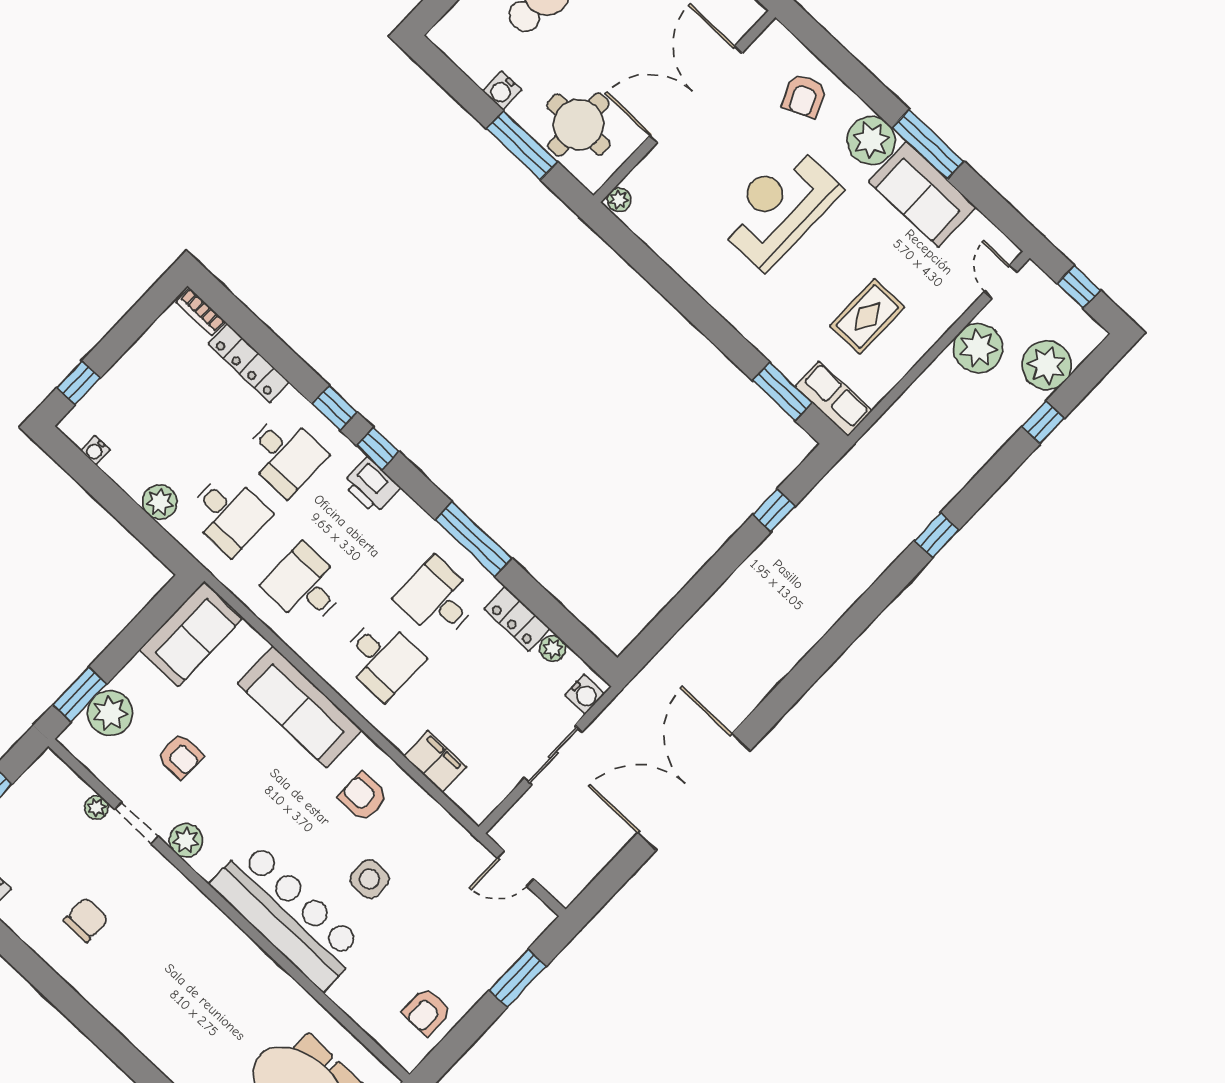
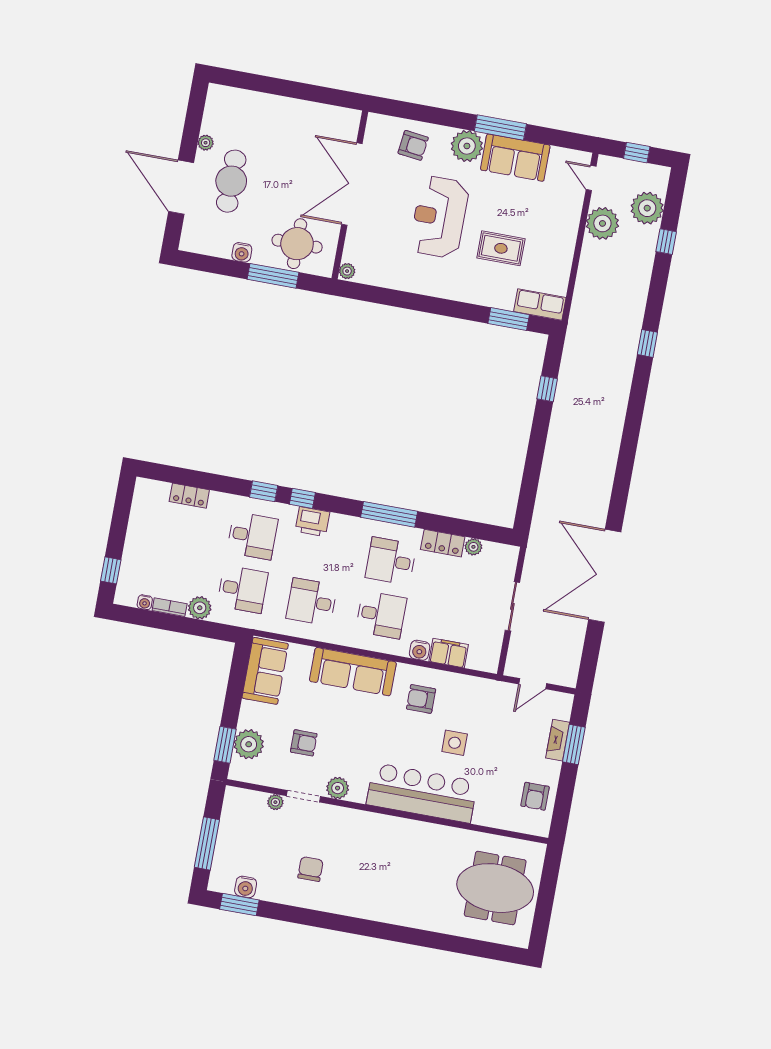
armchair: (804, 96) -> (413, 145), turned -58
bookcase: (201, 312) -> (170, 607), moved, turned 180
rug: (867, 316) -> (501, 248), moved, turned 90
locker: (249, 363) -> (189, 496), width x0.66
water cooler: (585, 694) -> (420, 650), moved, turned 90
fireplace: (501, 960) -> (558, 740), added

